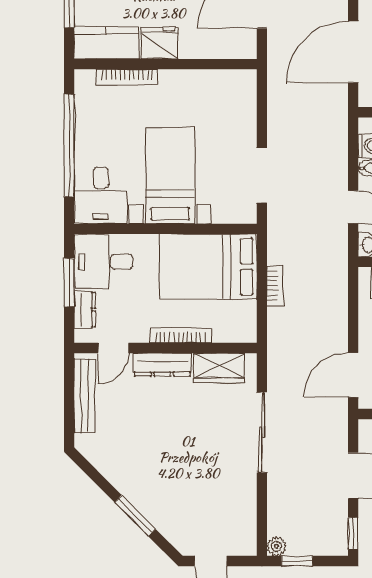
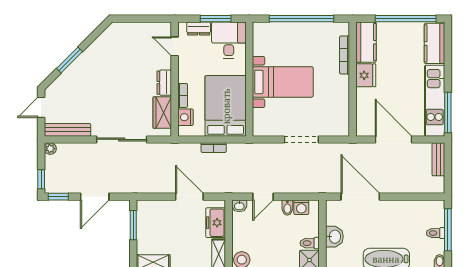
doorway: (262, 175) -> (301, 139), moved
desk: (101, 195) -> (270, 39), removed
nightstand: (226, 331) -> (185, 117), added
bookcase: (181, 335) -> (183, 95), width x0.64
dresser: (162, 365) -> (164, 83), width x0.70
door: (353, 375) -> (189, 197), moved
bench: (85, 396) -> (67, 130), moved
window: (297, 561) -> (41, 179), moved

